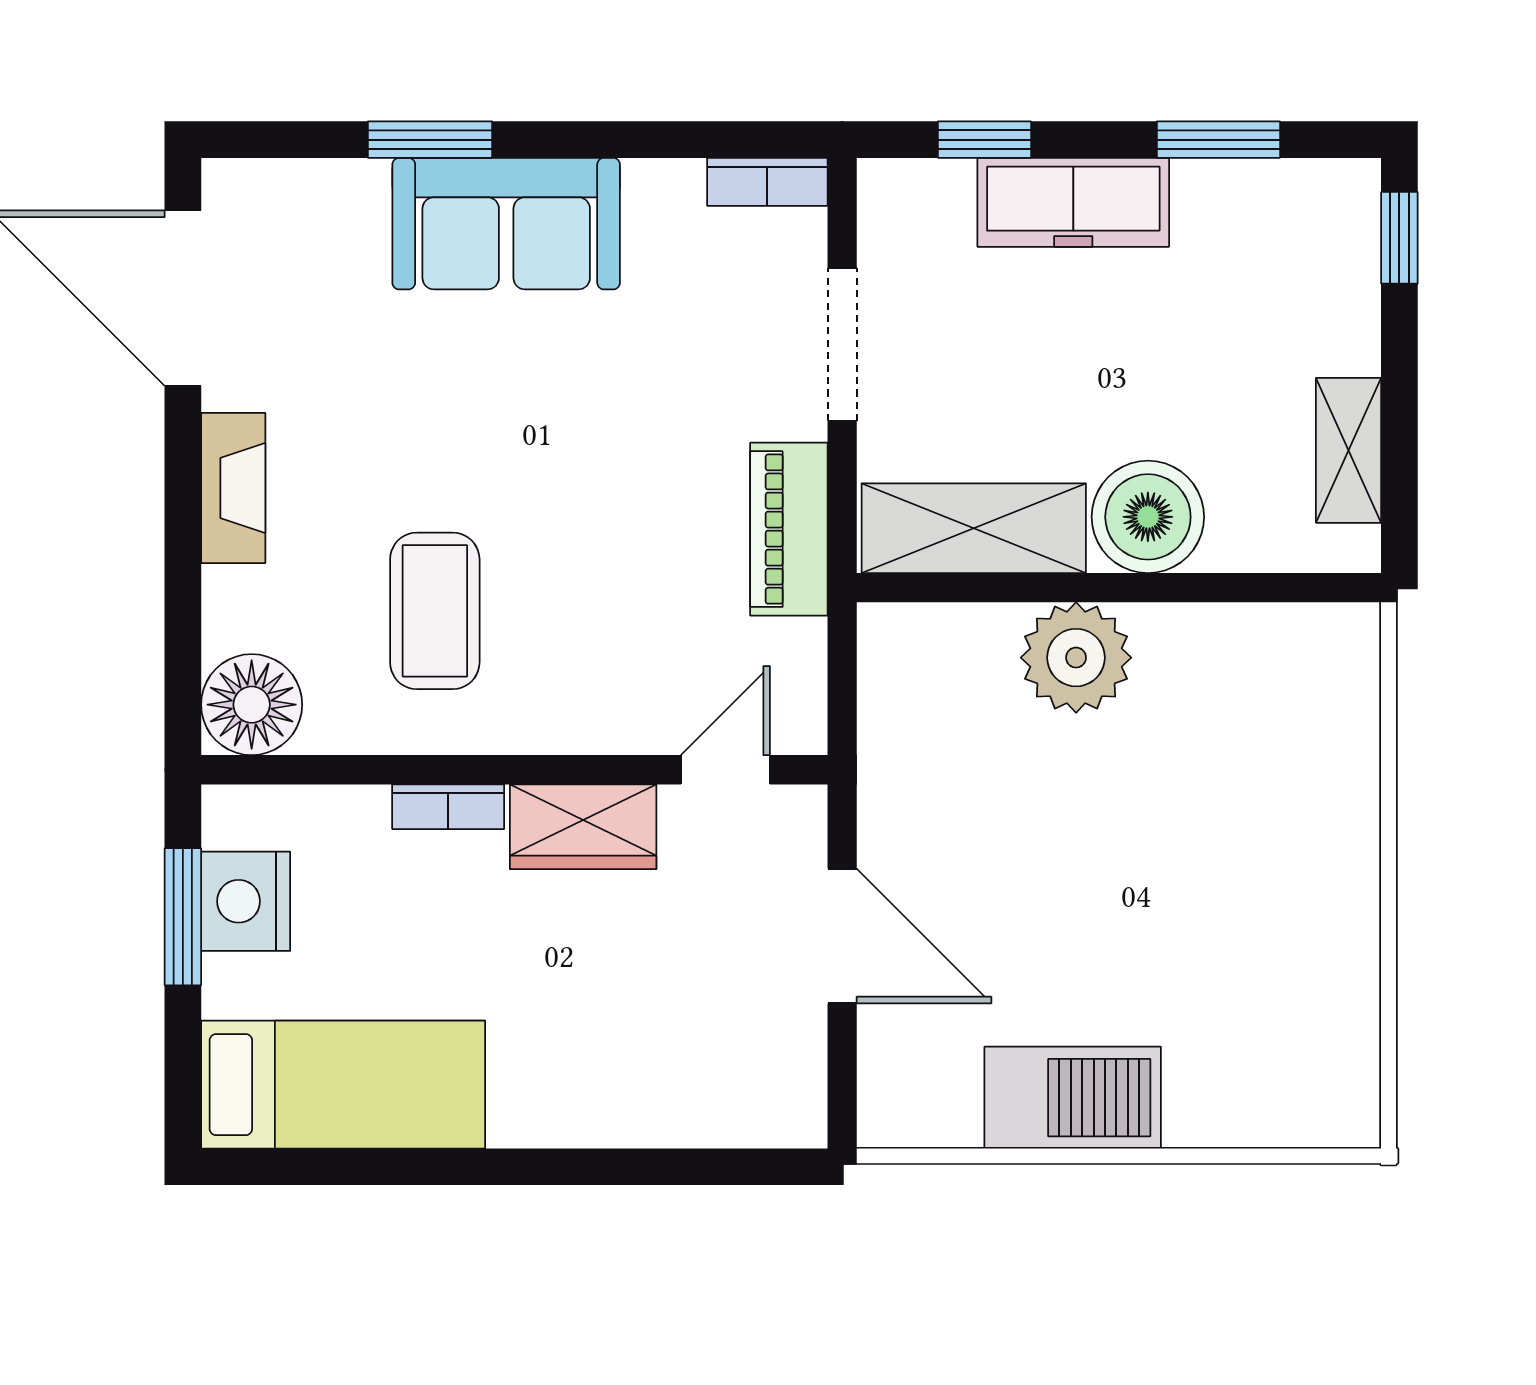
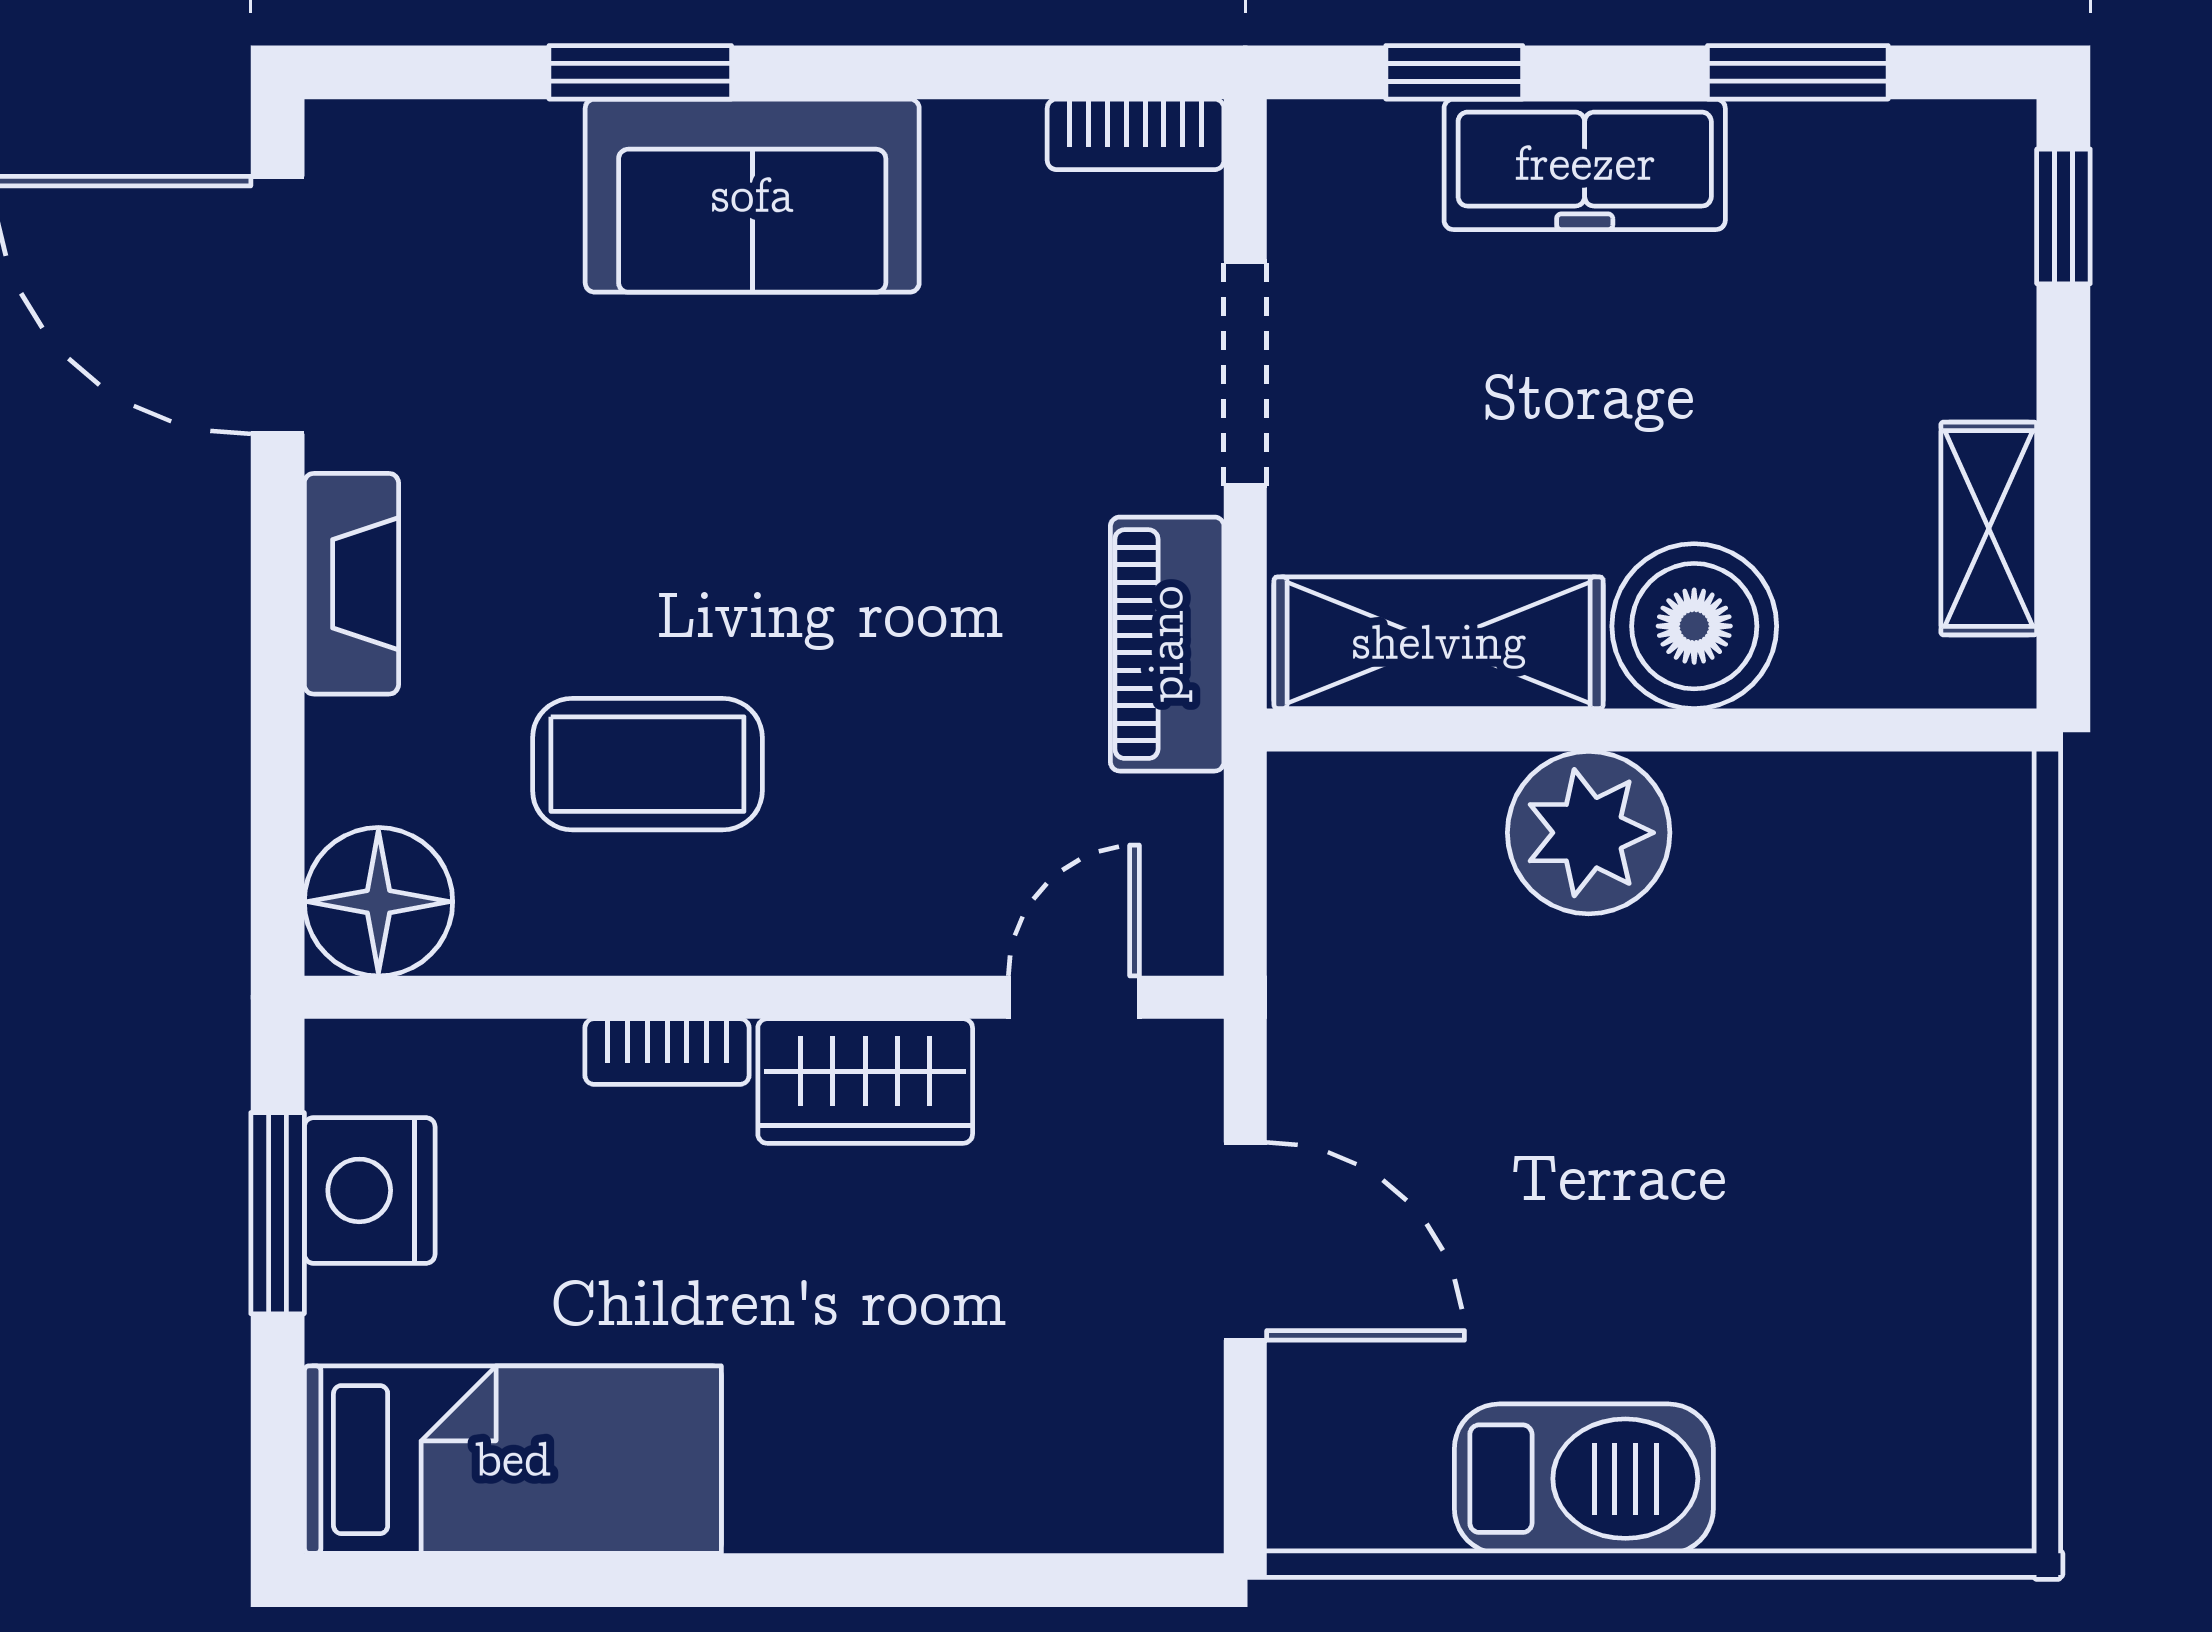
coffee table: (435, 611) -> (647, 764), turned 90

